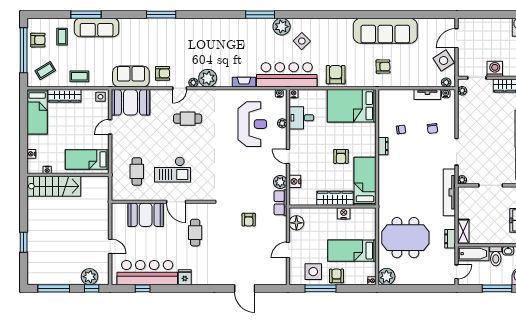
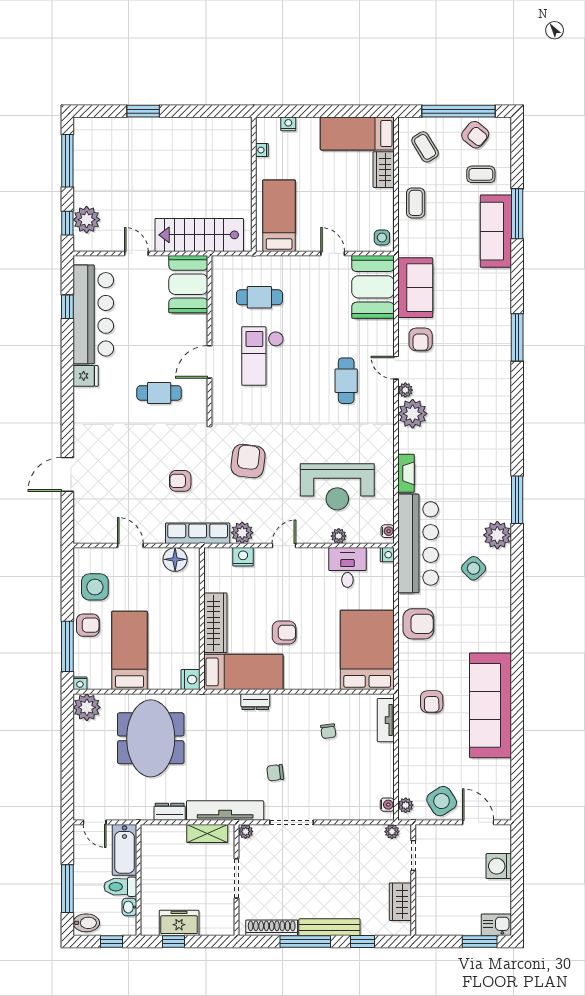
armchair: (38, 40) -> (475, 135), turned -51
washing machine: (495, 69) -> (499, 866), moved, turned 180
tv unit: (427, 94) -> (386, 720), moved
wardrobe: (65, 96) -> (384, 170), width x0.67
chair: (432, 128) -> (275, 773), moved
dresser: (383, 146) -> (255, 702), moved
armchair: (341, 156) -> (284, 633), turned 180
armchair: (237, 178) -> (248, 461), added
stairs: (54, 186) -> (199, 235), moved, turned 90
row of seats: (281, 203) -> (198, 533), width x1.48
nightstand: (344, 213) -> (191, 680), moved
booth: (146, 215) -> (188, 284), moved
shelving: (463, 232) -> (207, 833), moved
dresser: (450, 239) -> (170, 812), moved
door: (110, 246) -> (136, 253), swing flipped
window: (321, 288) -> (67, 646), moved

